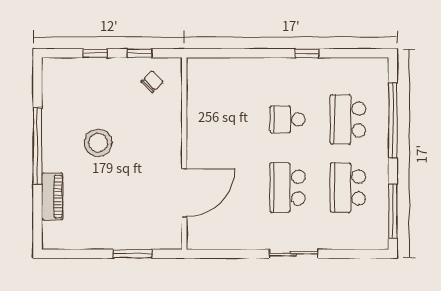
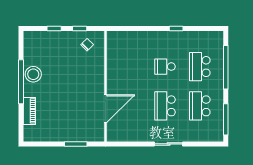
stool: (98, 143) -> (33, 74), moved

